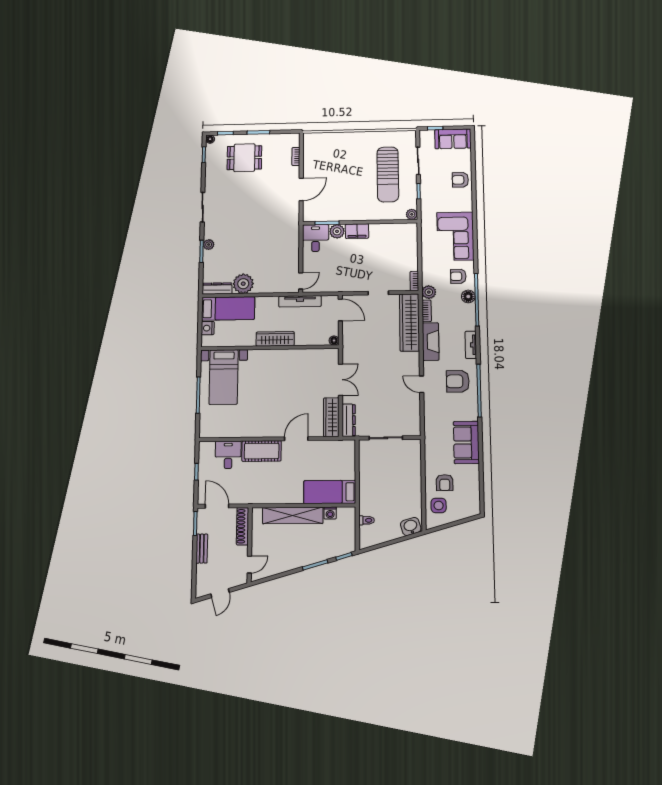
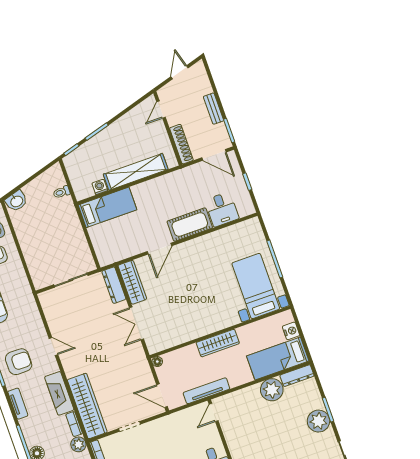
plant: (209, 245) -> (318, 421), width x1.87, depth x1.87

